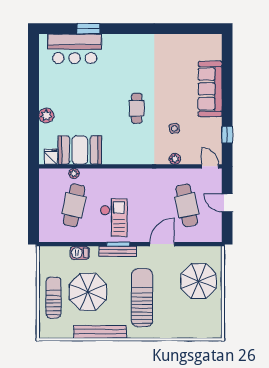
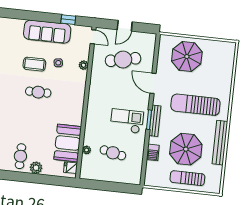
sofa: (210, 89) -> (47, 32), moved
cafe table: (58, 95) -> (20, 156), added
coffee table: (170, 100) -> (34, 64), added
door: (210, 166) -> (93, 37), swing flipped
cafe table: (74, 205) -> (113, 153), width x0.73, depth x0.74

